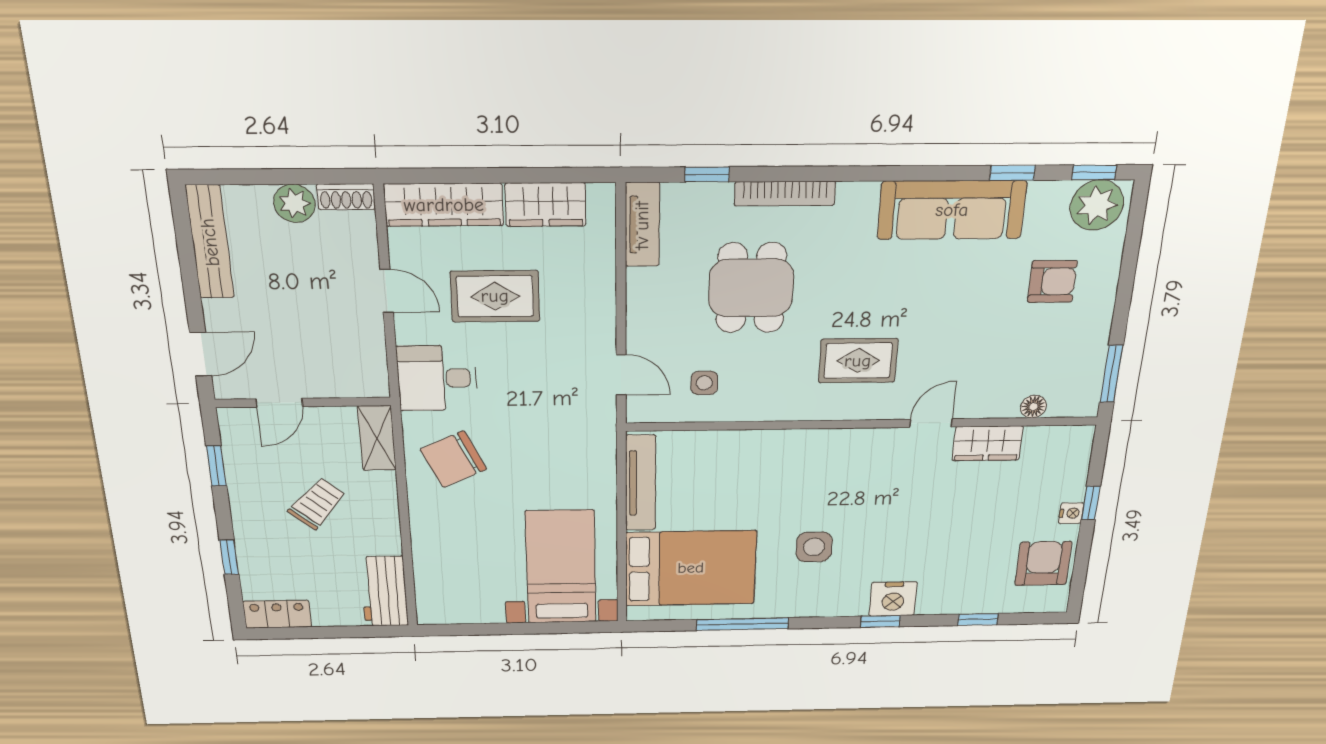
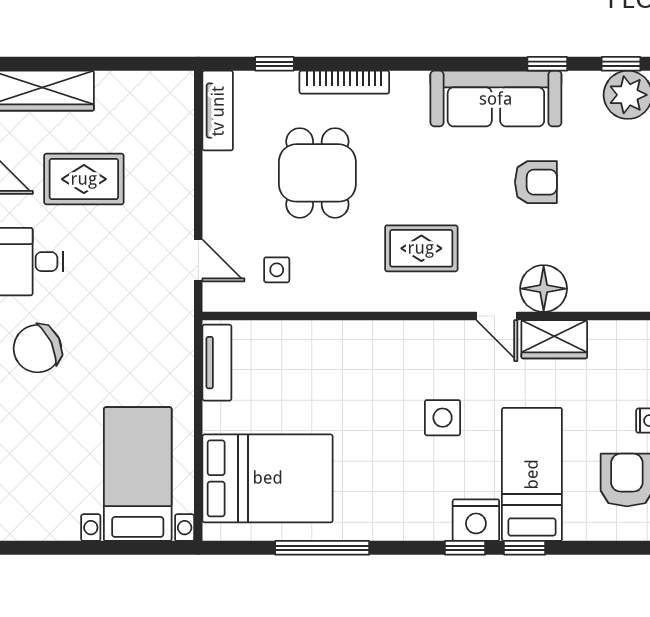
wardrobe: (546, 205) -> (132, 91), removed
armchair: (1052, 281) -> (536, 182), moved
floor lamp: (1033, 407) -> (544, 289), moved, width x1.89, depth x1.89
door: (931, 423) -> (497, 316), swing flipped
tv unit: (641, 483) -> (217, 363), width x0.71
side table: (814, 547) -> (443, 418), moved
bed: (951, 560) -> (532, 474), added
window: (978, 619) -> (525, 548), moved

